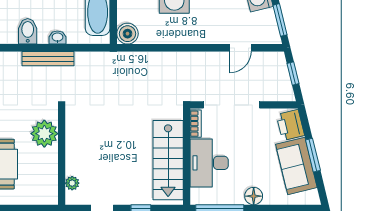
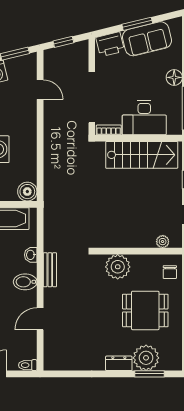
bench: (48, 59) -> (50, 270), width x0.73
chair: (38, 191) -> (170, 272), added

